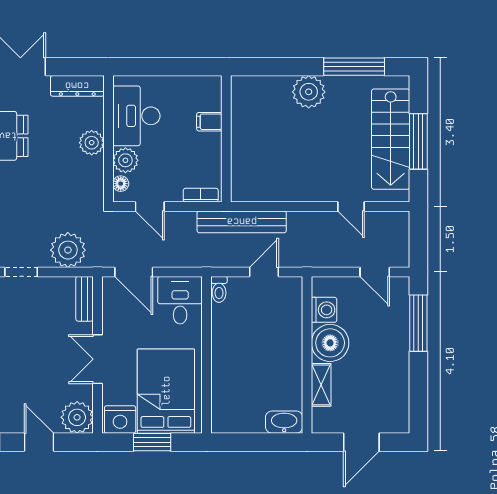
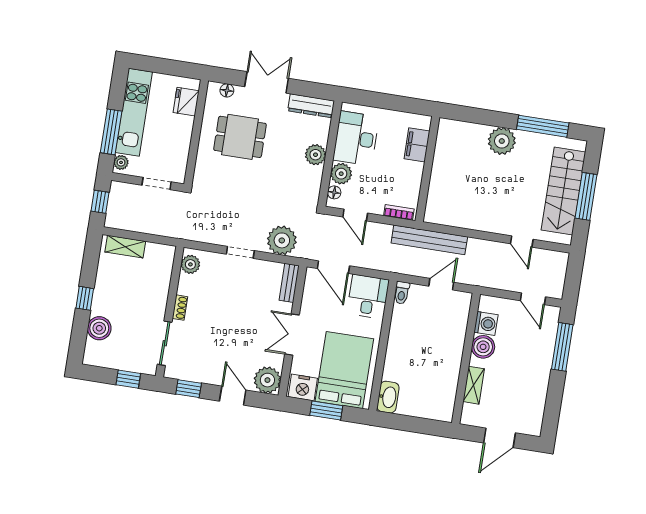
filing cabinet: (209, 122) -> (417, 145), width x2.00
boiler: (330, 343) -> (483, 347), width x0.73, depth x0.73
washbasin: (284, 422) -> (388, 397), moved, turned 90

